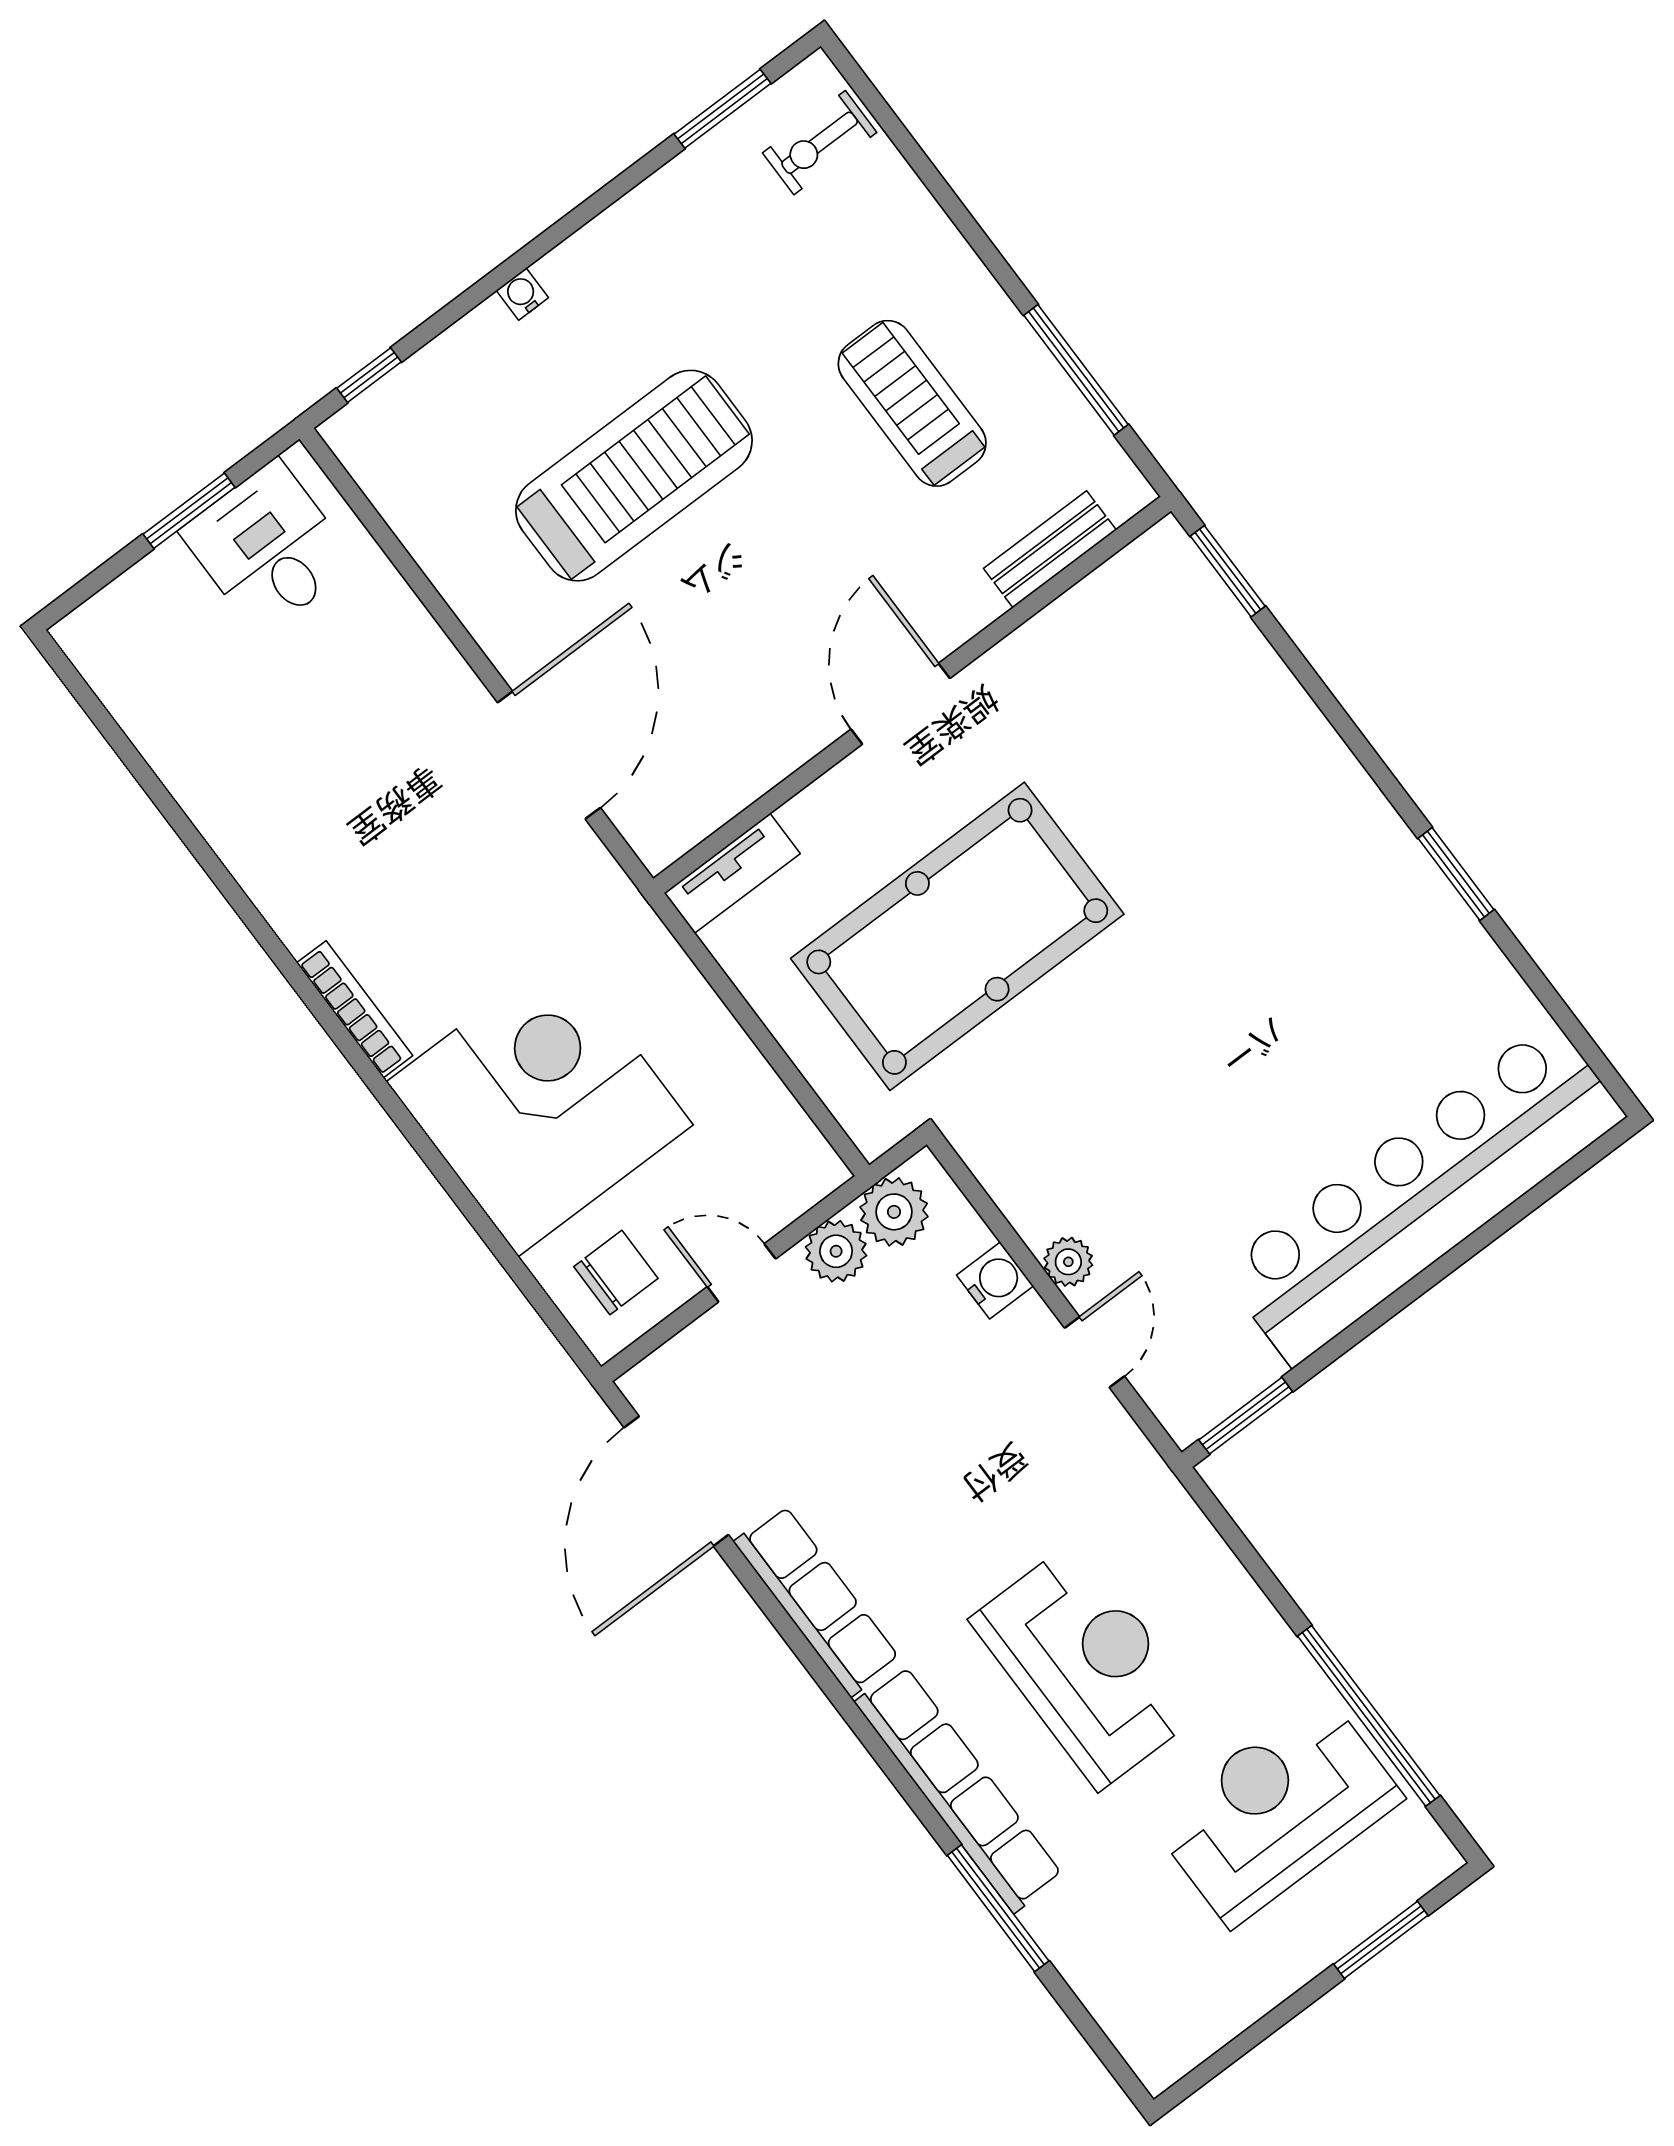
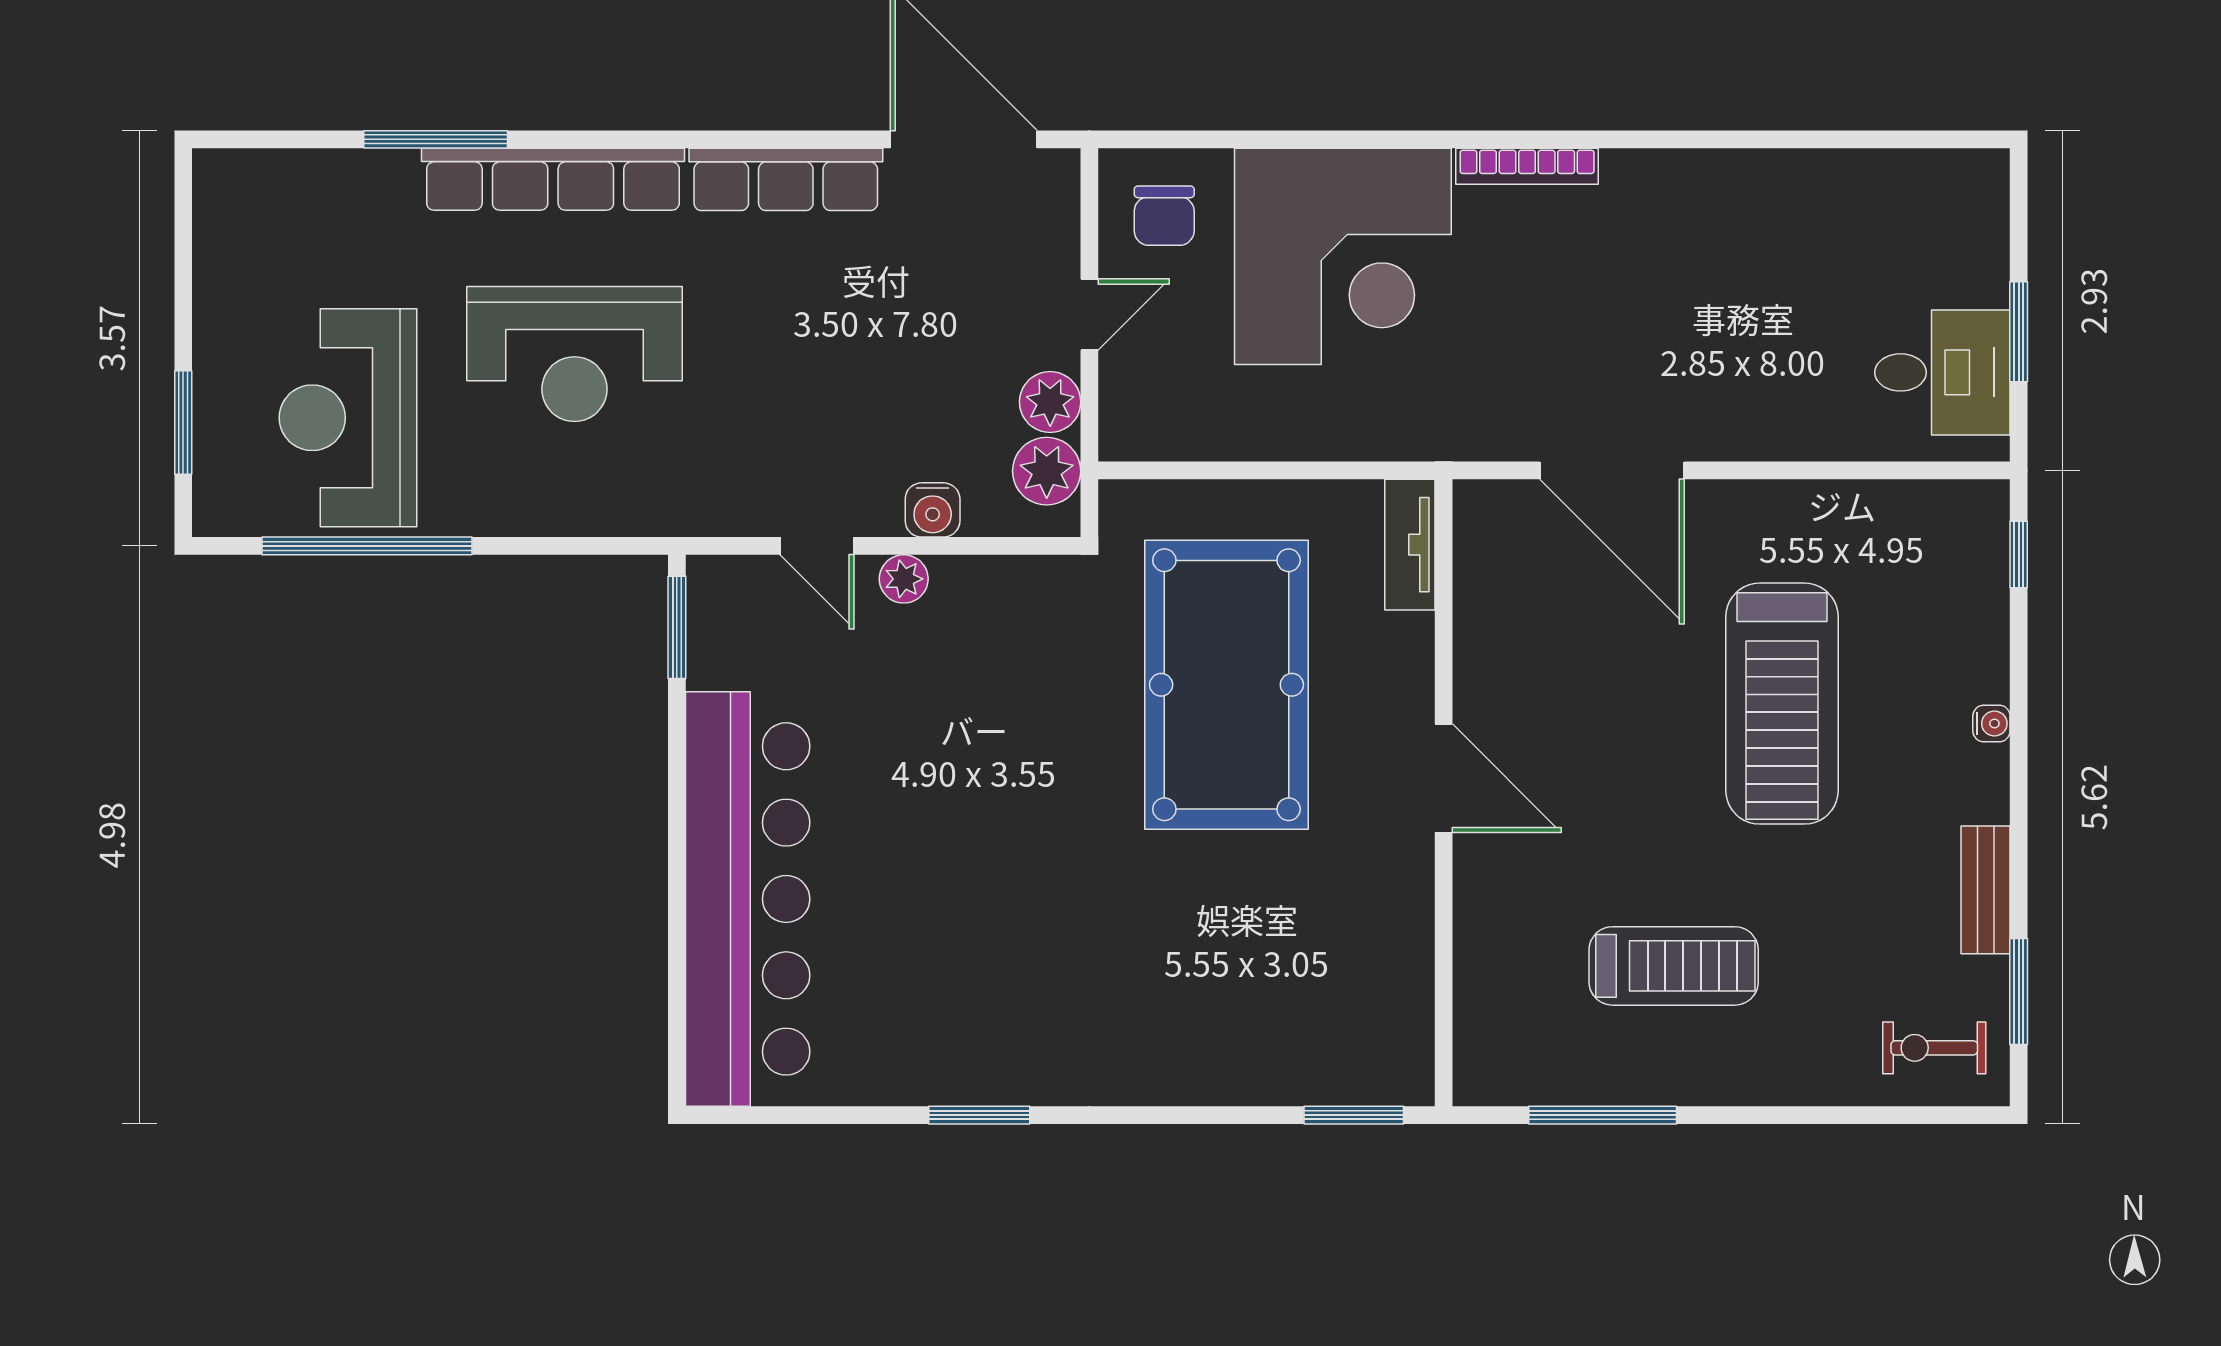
exercise bike: (820, 143) -> (1934, 1048), turned -90
bench: (1050, 549) -> (1986, 890), moved
reception desk: (1277, 1809) -> (348, 418), turned 180

